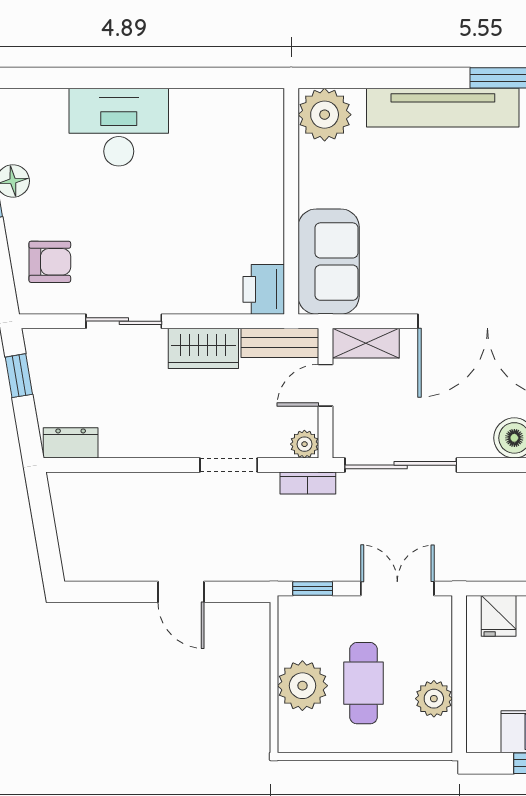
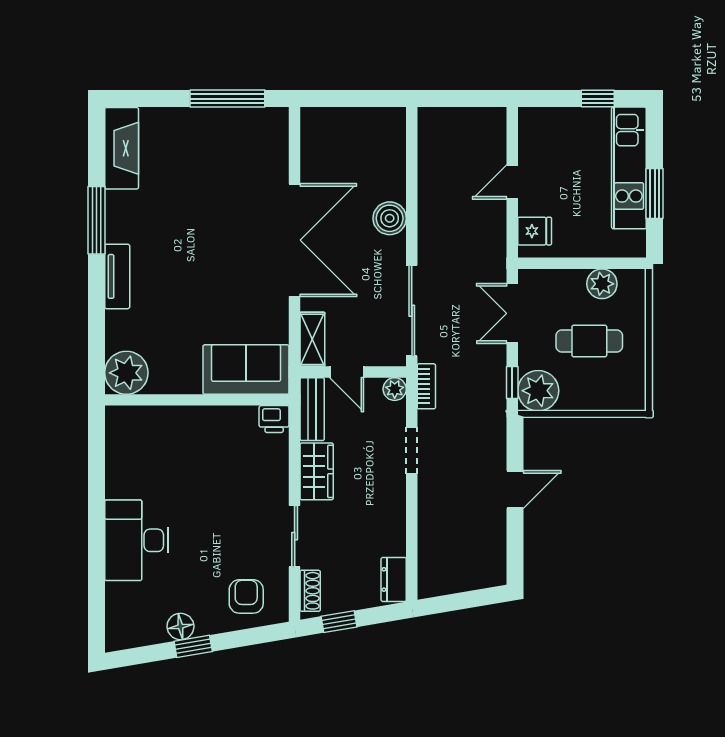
tv unit: (443, 108) -> (117, 276), width x0.52, depth x0.78
printer: (264, 289) -> (274, 419), width x0.73, depth x0.81
shoe rack: (57, 340) -> (310, 591), added
plant: (302, 686) -> (538, 391), moved

